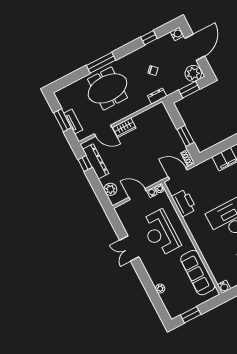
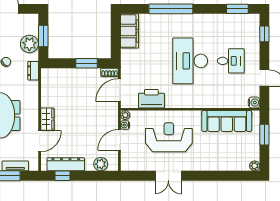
plant: (193, 73) -> (29, 44), moved
reception desk: (160, 233) -> (169, 137), turned 180
plant: (160, 289) -> (255, 166), moved
window: (191, 315) -> (264, 135), moved

